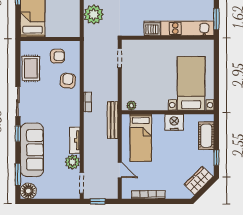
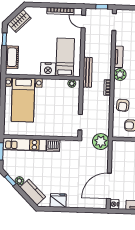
plant: (94, 14) -> (101, 142), moved
nightstand: (174, 122) -> (48, 69), moved
plant: (72, 162) -> (120, 75), moved
door: (120, 170) -> (83, 22), moved

